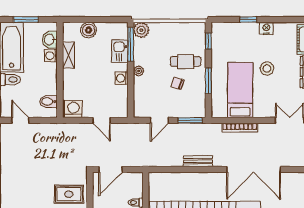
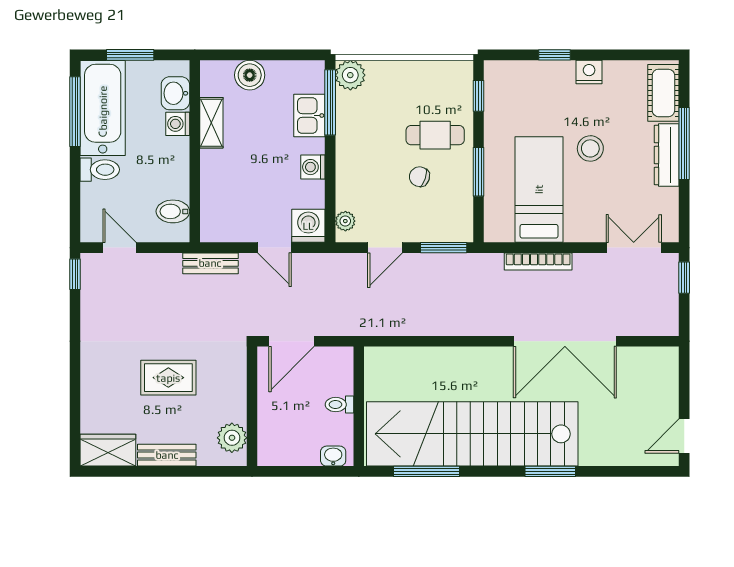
plant: (139, 71) -> (345, 221), moved
washing machine: (73, 109) -> (308, 226), moved
bench: (198, 161) -> (210, 263), moved
rug: (69, 194) -> (168, 378), moved

